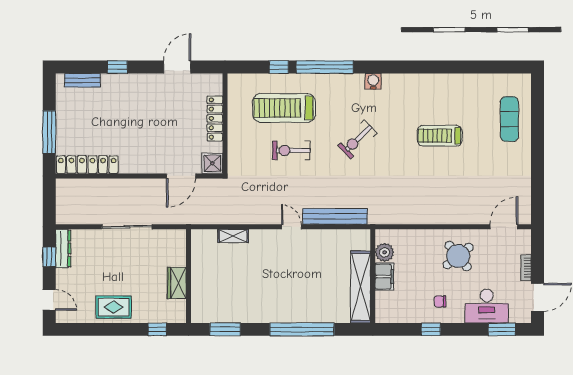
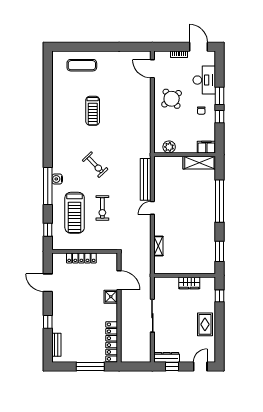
window: (279, 67) -> (48, 230), moved
water cooler: (373, 81) -> (57, 179), moved
shower: (212, 163) -> (111, 297), moved
filing cabinet: (384, 277) -> (206, 147), moved
shelving: (361, 287) -> (199, 163), width x0.68
window: (502, 329) -> (220, 96), moved

